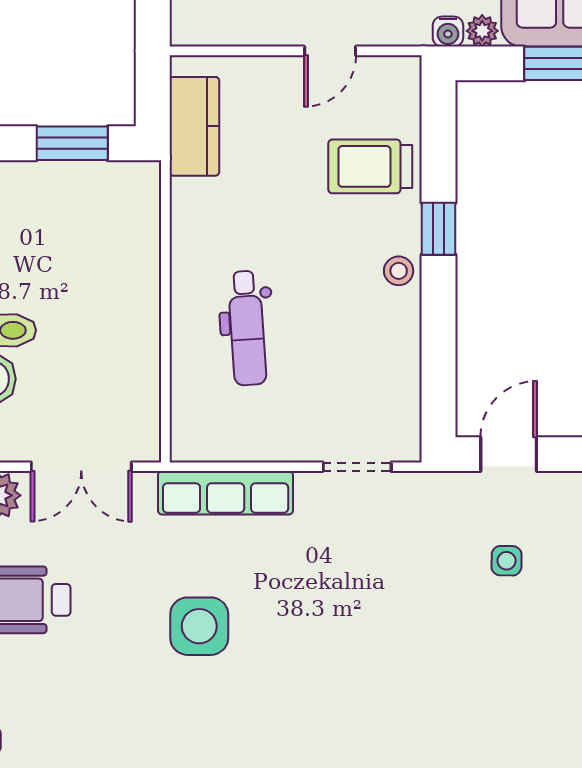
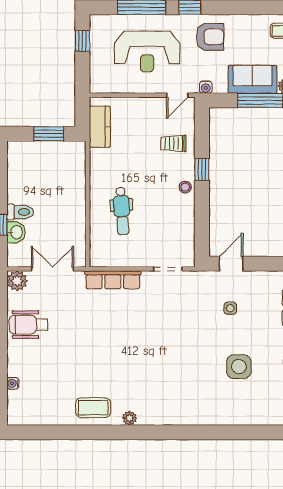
plant: (482, 31) -> (220, 87), removed
door: (330, 51) -> (177, 95), moved
trolley: (370, 166) -> (173, 143), width x0.73, depth x0.72
double door: (81, 467) -> (53, 269), swing flipped
side table: (199, 626) -> (239, 367), moved

